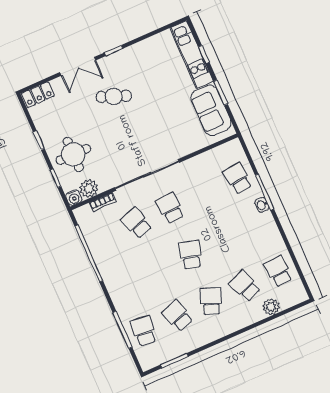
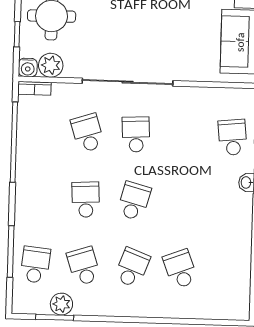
bookcase: (103, 202) -> (34, 88), moved
school desk: (279, 271) -> (86, 200), moved
plant: (271, 307) -> (61, 304), moved

